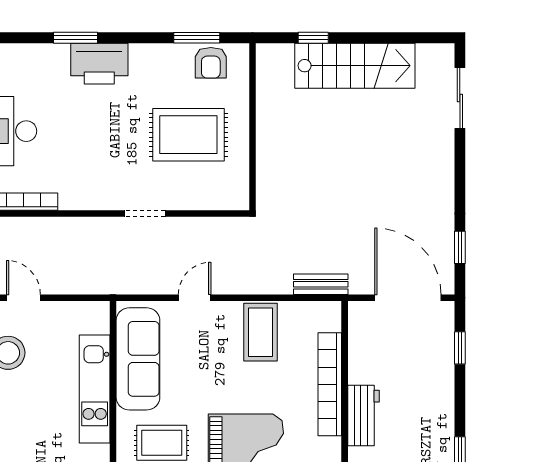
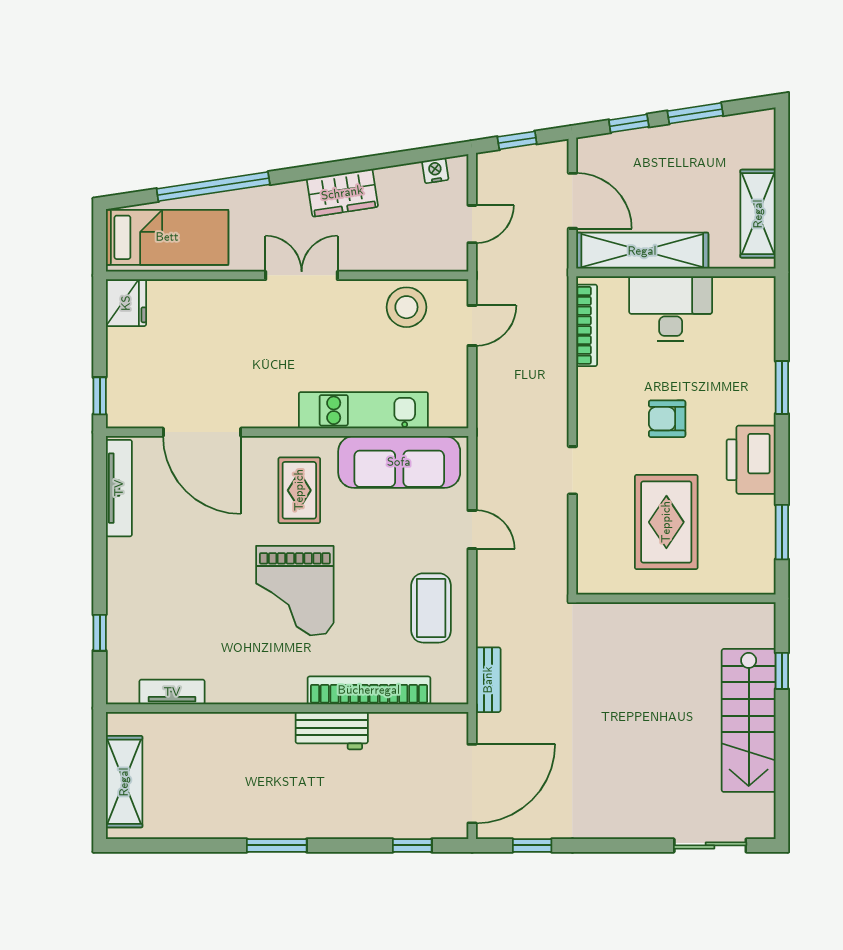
armchair: (211, 63) -> (667, 419), moved
printer: (99, 64) -> (751, 460), moved
coffee table: (261, 332) -> (431, 608), turned 90

